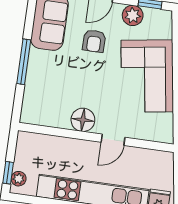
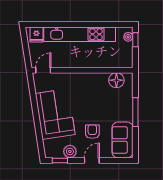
floor lamp: (83, 120) -> (116, 80), moved
door: (113, 140) -> (43, 70), moved

